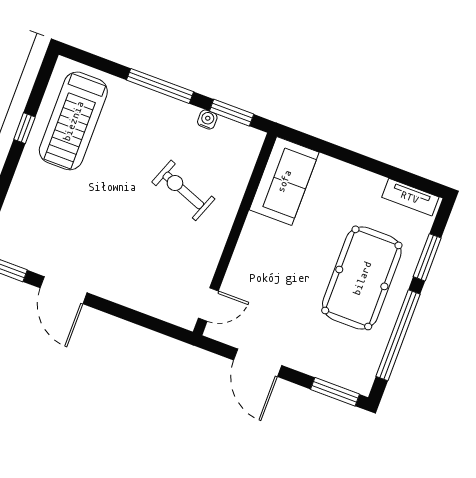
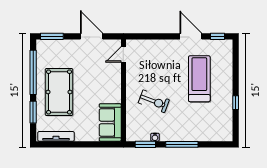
treadmill: (73, 121) -> (199, 79), moved
tv unit: (410, 197) -> (56, 136), width x1.41

